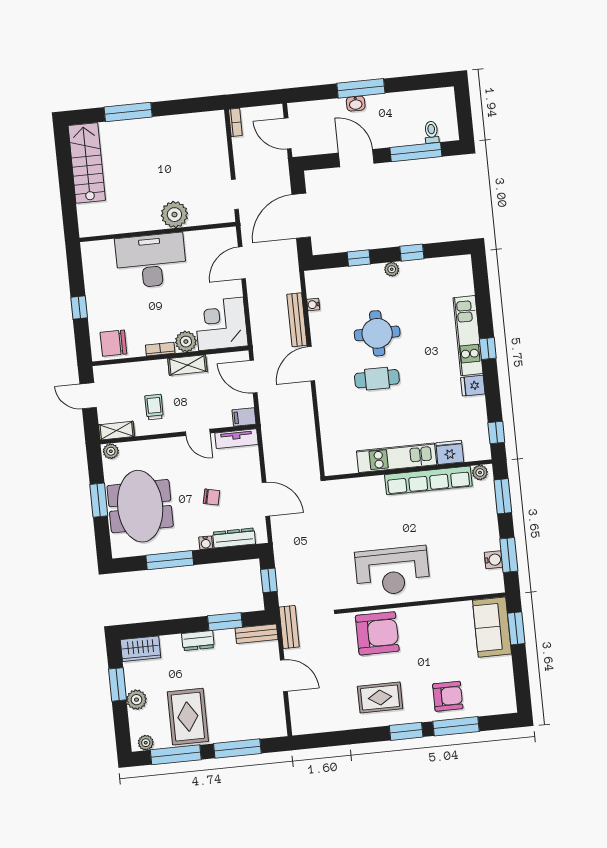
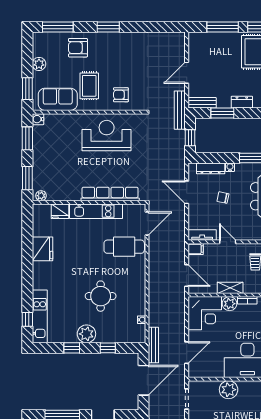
plant: (392, 269) -> (86, 334), width x1.87, depth x1.87
bench: (297, 320) -> (153, 345), moved
kitchen unit: (468, 336) -> (40, 316), moved
window: (488, 348) -> (27, 319), moved
door: (311, 364) -> (147, 224), moved
cafe table: (377, 379) -> (124, 247), moved, width x1.37, depth x1.35
fridge: (473, 386) -> (42, 249), width x1.88, depth x1.34
window: (496, 433) -> (27, 221), removed
row of seats: (428, 480) -> (110, 194), moved
water cooler: (494, 560) -> (38, 119), moved
bench: (289, 627) -> (180, 110), width x1.36
sofa: (492, 627) -> (58, 99), moved, turned -90
armchair: (377, 633) -> (121, 95), width x0.53, depth x0.53
plant: (503, 666) -> (39, 64), added
door: (284, 676) -> (187, 73), hinge flipped
rug: (380, 698) -> (89, 86), moved, turned 90
window: (456, 726) -> (58, 27), moved

